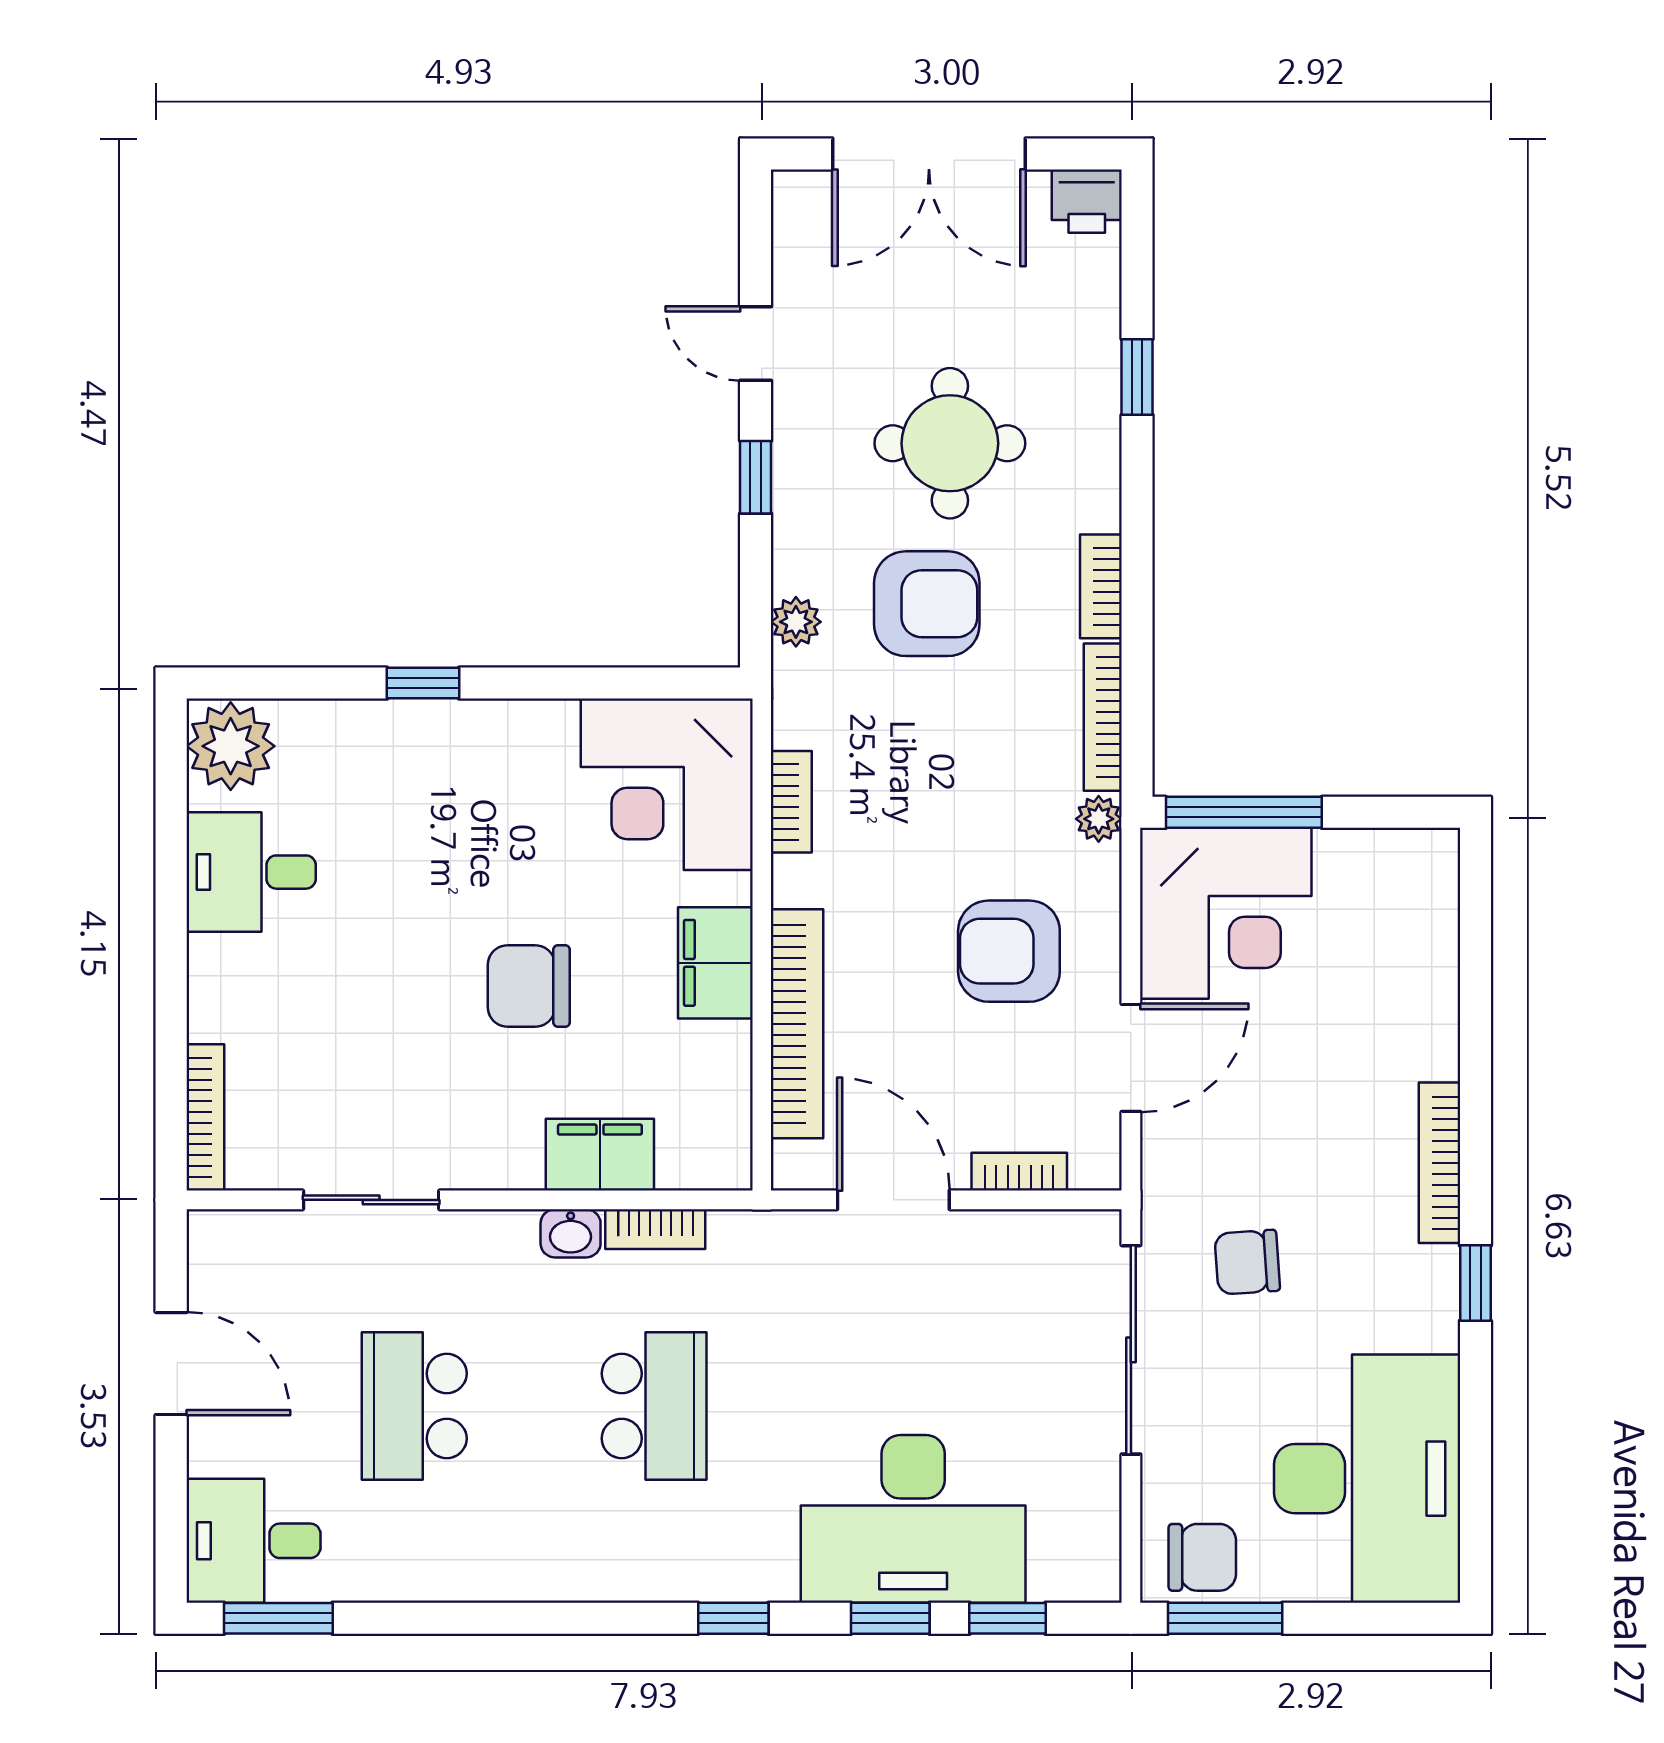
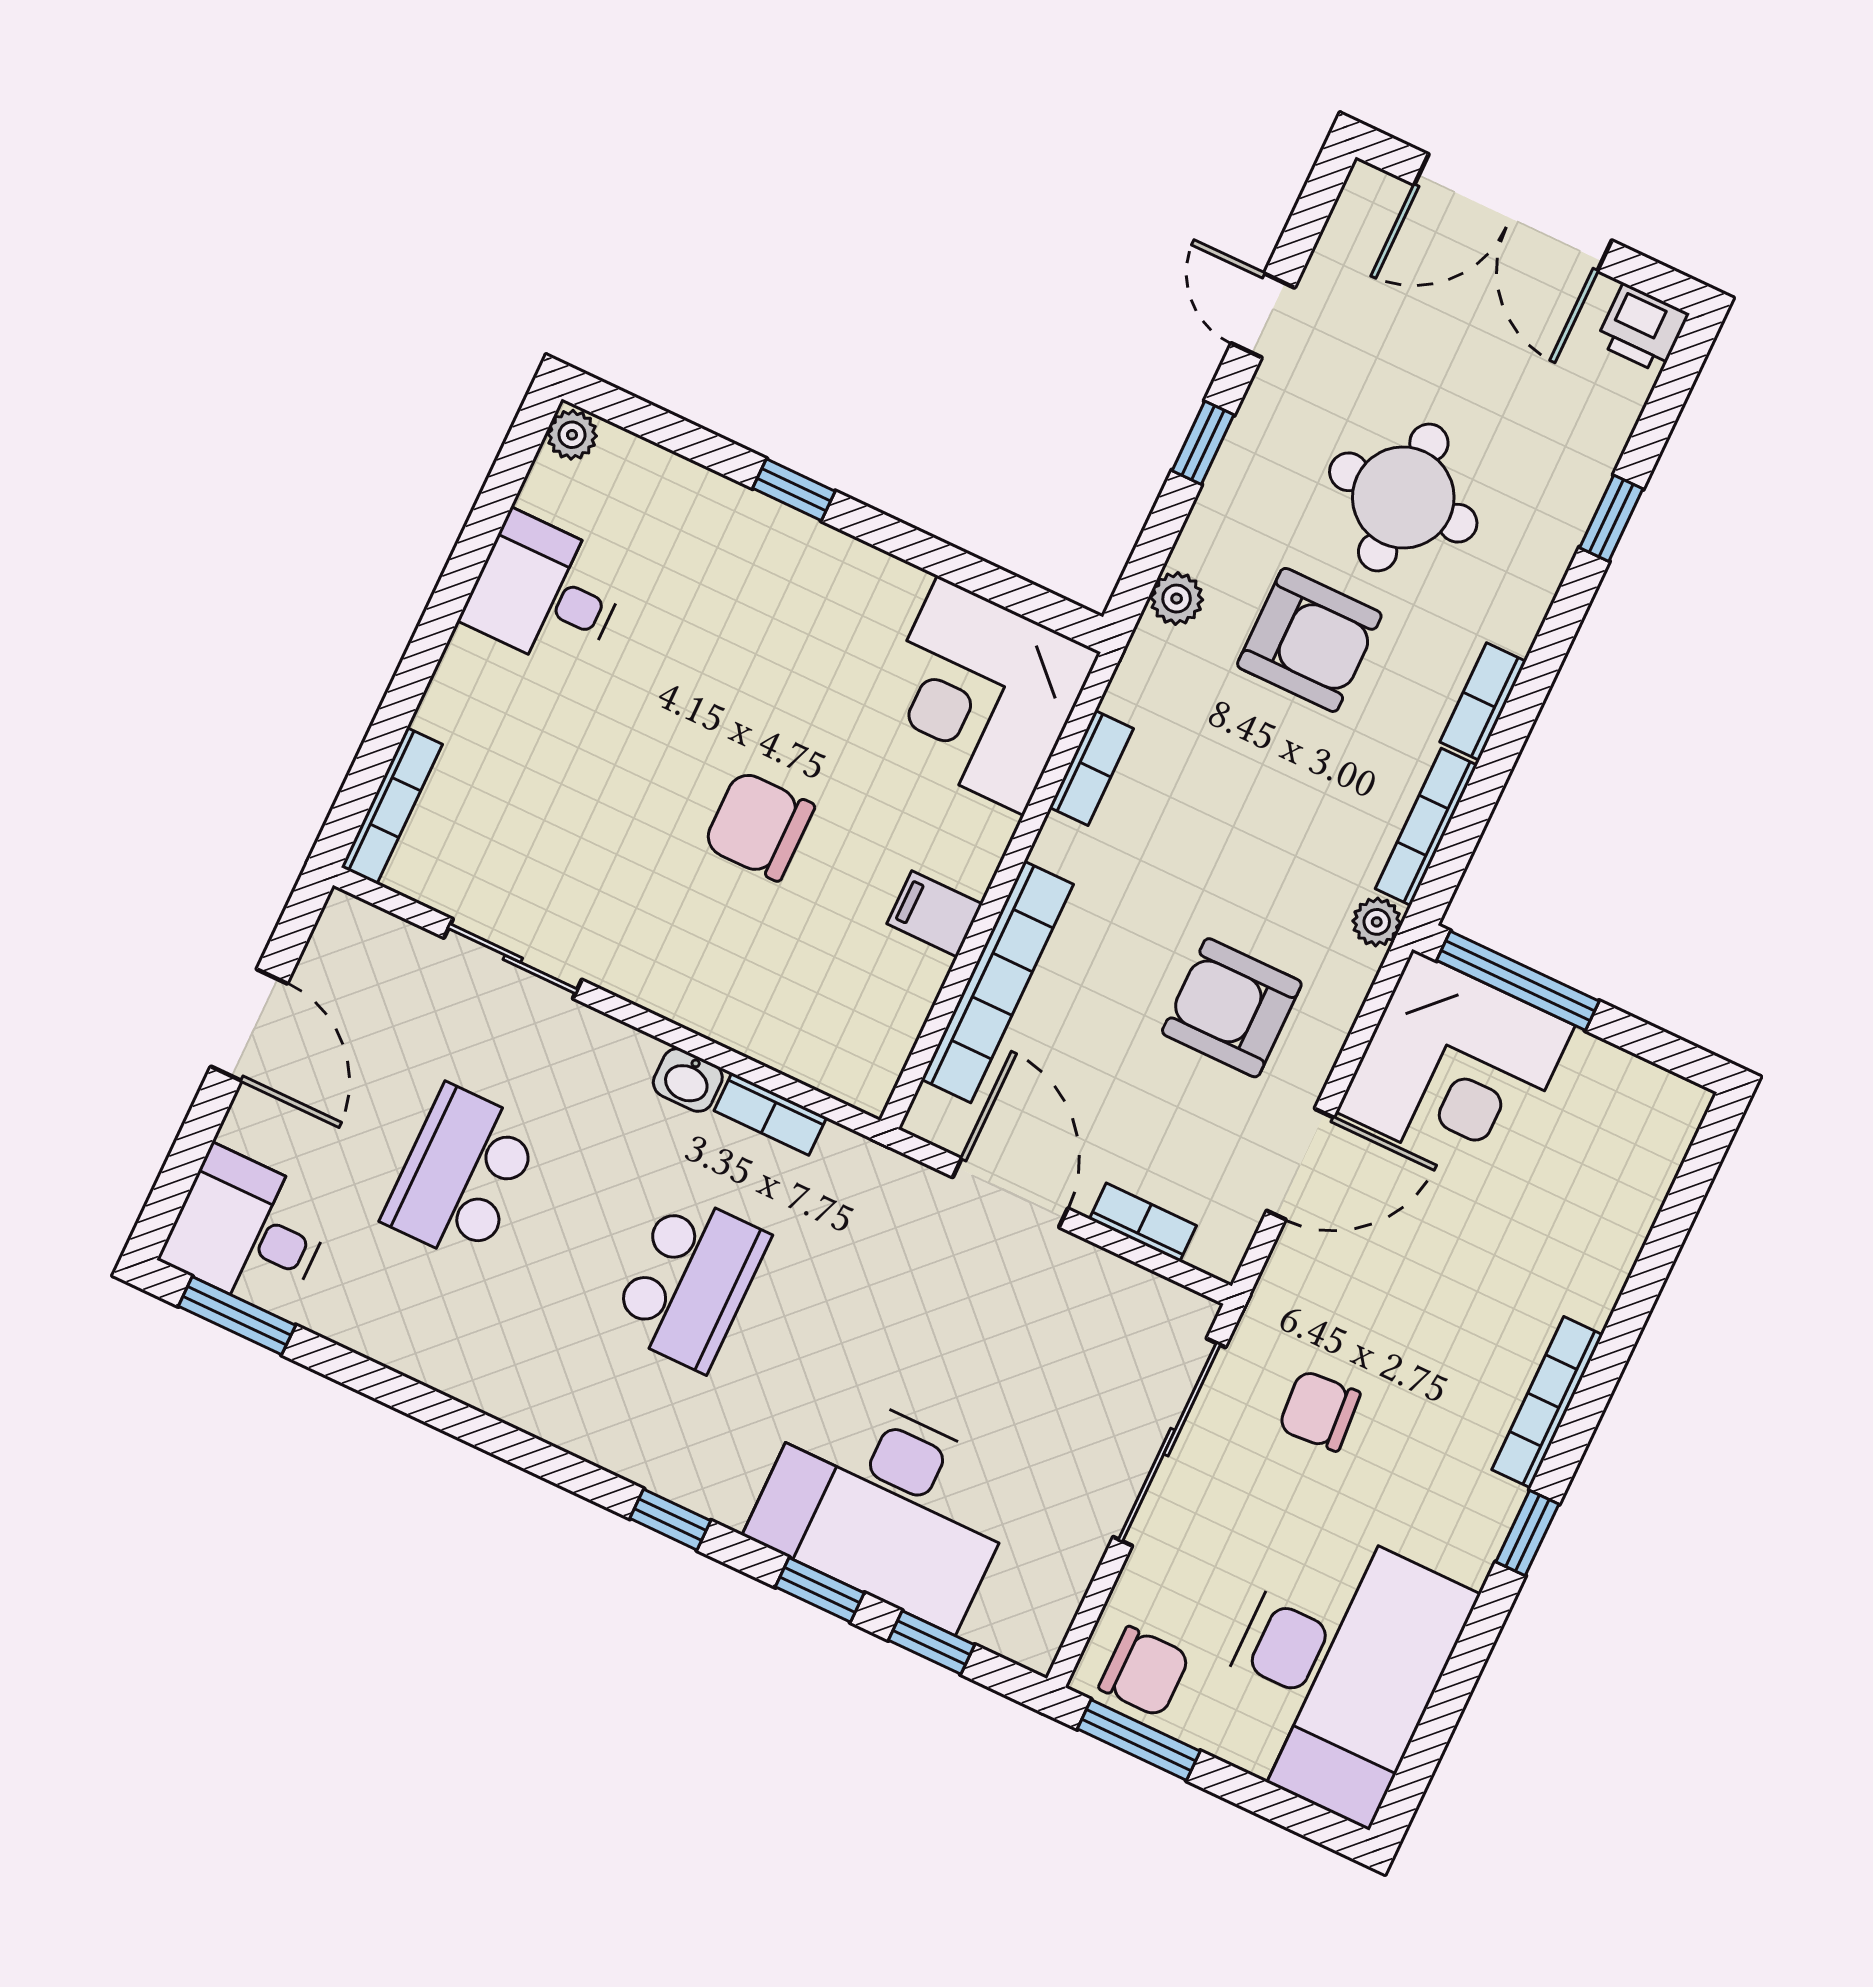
plant: (231, 746) -> (572, 435), width x0.53, depth x0.53
filing cabinet: (715, 963) -> (935, 914), width x0.50
filing cabinet: (600, 1155) -> (751, 1018), removed

